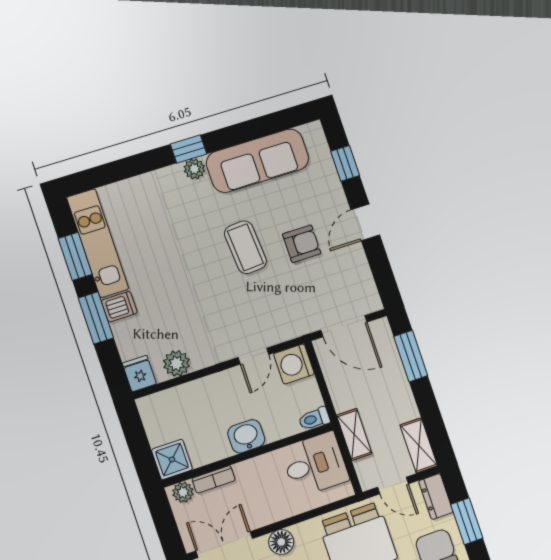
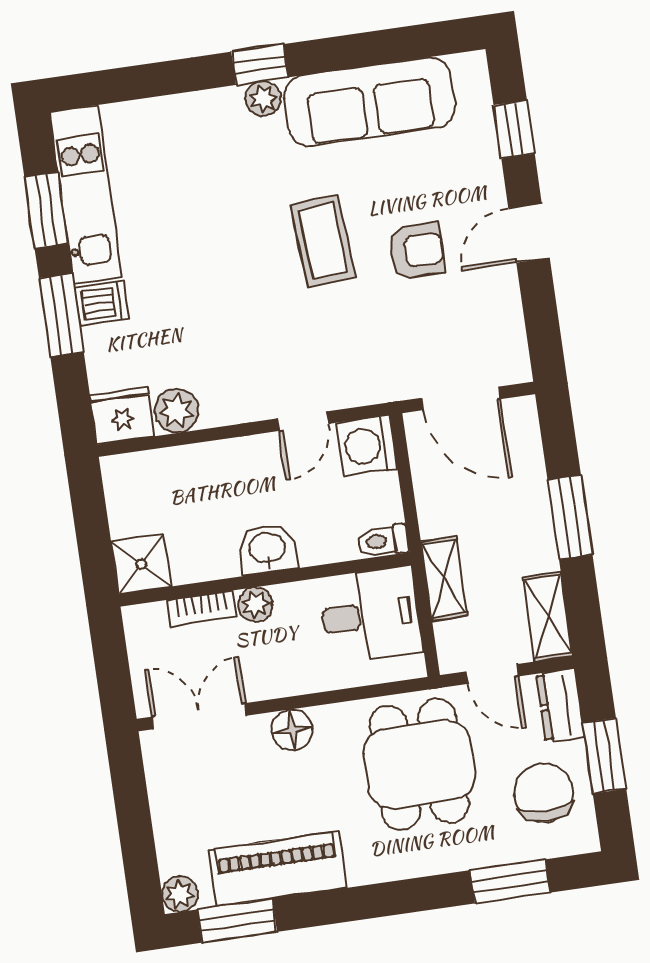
window: (411, 356) -> (570, 517), moved
fridge: (139, 374) -> (122, 415), width x1.38
plant: (183, 492) -> (256, 604), moved

